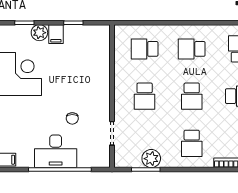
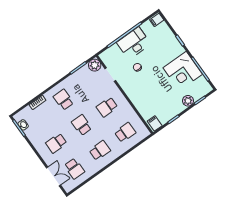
filing cabinet: (56, 34) -> (155, 123), moved
school desk: (145, 96) -> (107, 107), turned -90
plant: (151, 159) -> (95, 65), moved

